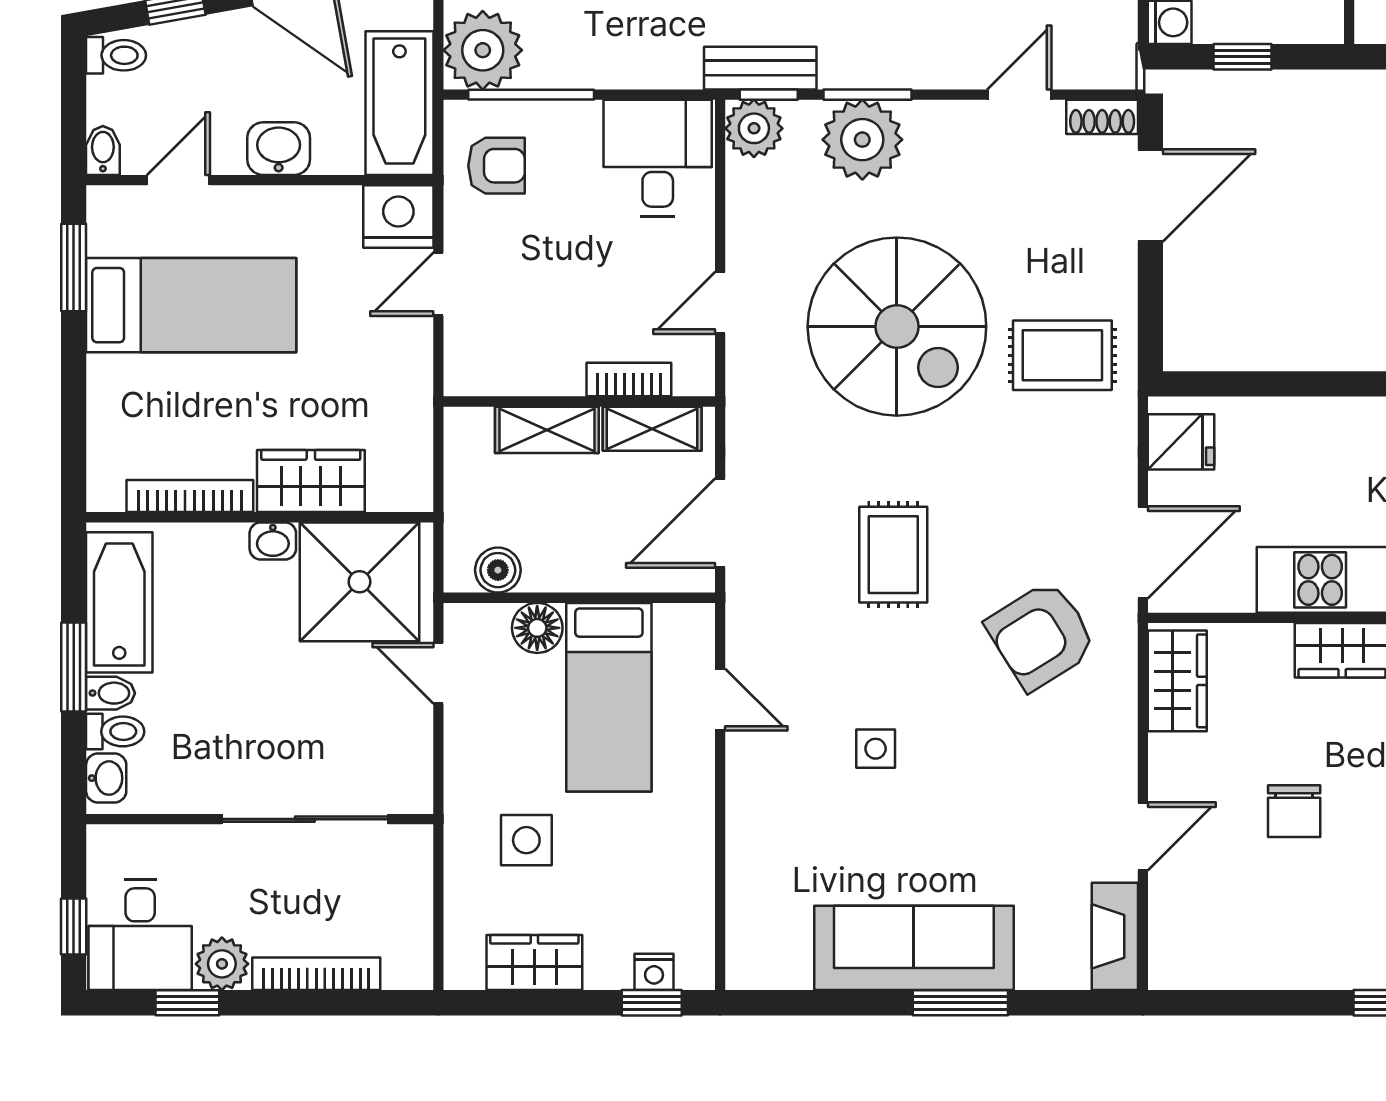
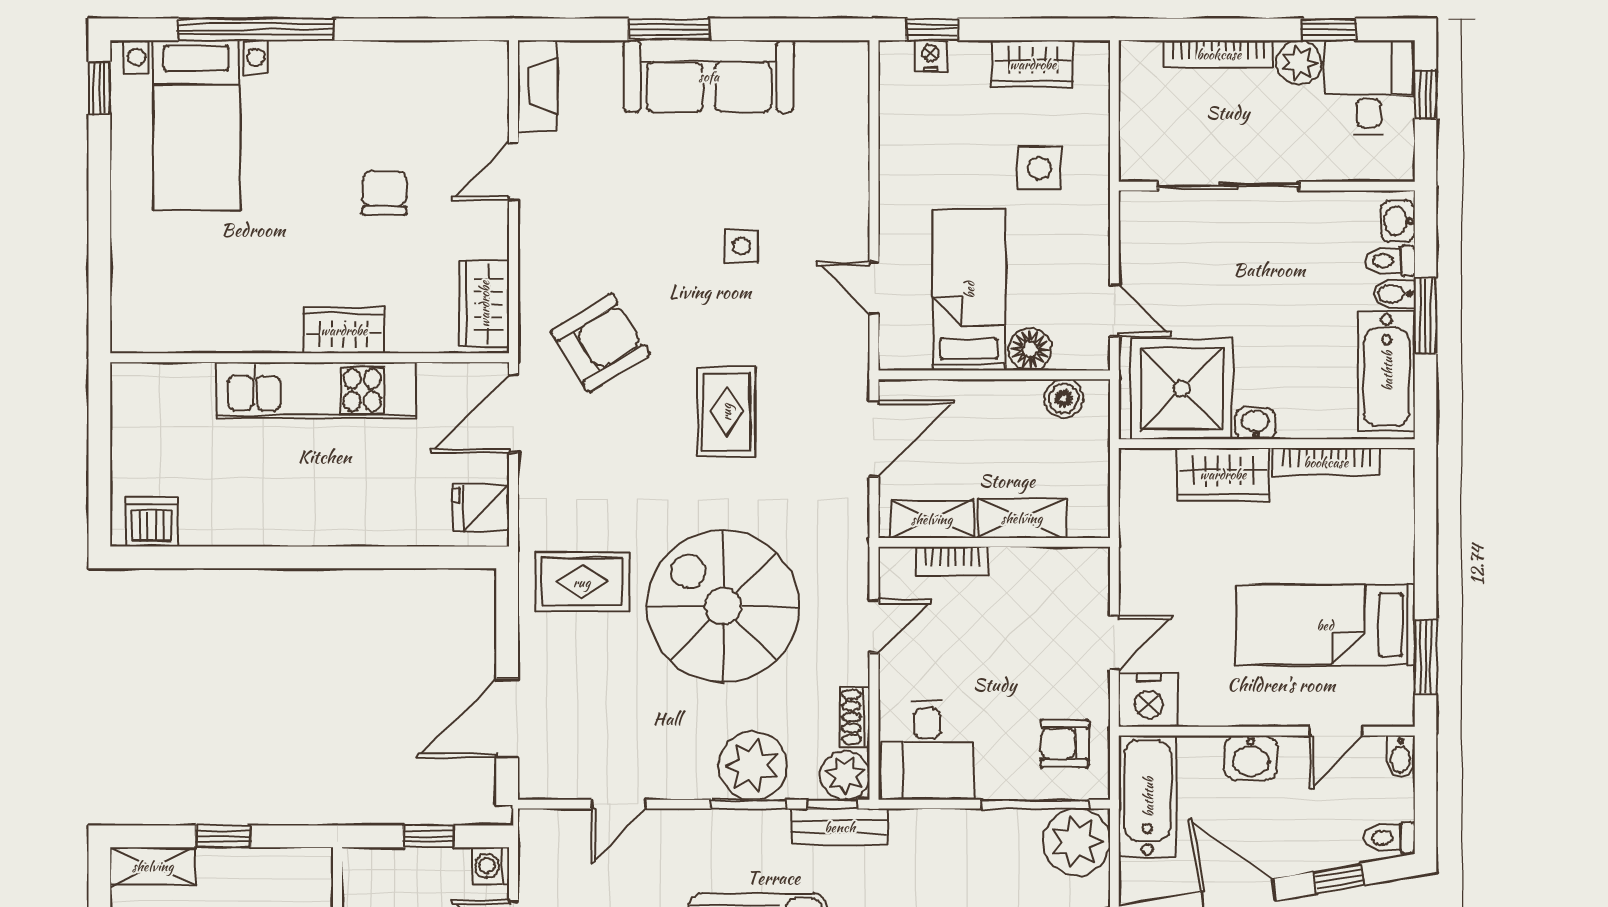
shoe rack: (1102, 117) -> (855, 717), moved, turned -90

